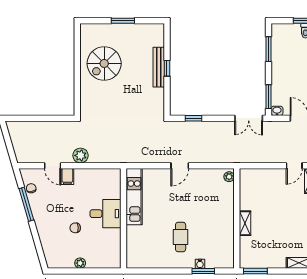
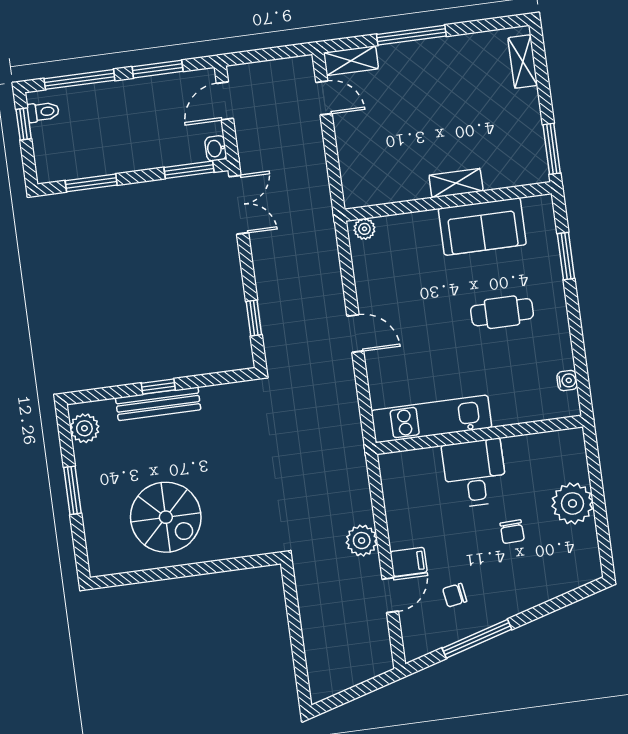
plant: (152, 30) -> (84, 428), added
chair: (31, 188) -> (455, 595), moved
sofa: (223, 233) -> (482, 227), added
plant: (80, 263) -> (572, 503), width x1.88, depth x1.88
water cooler: (200, 264) -> (567, 381), moved

